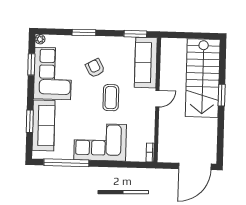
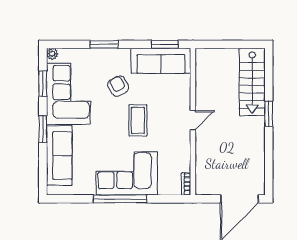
sofa: (146, 63) -> (161, 61), moved, turned -90
stairs: (203, 78) -> (252, 82), width x0.73, depth x0.66
window: (30, 121) -> (43, 129), moved
window: (66, 163) -> (120, 199), moved

